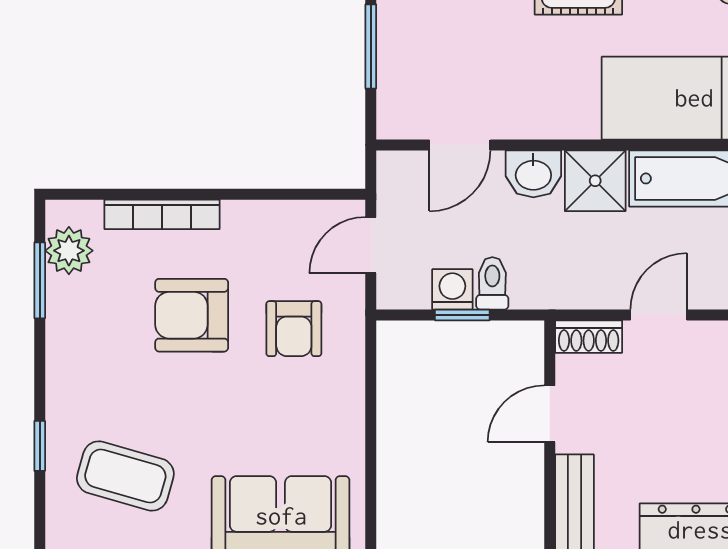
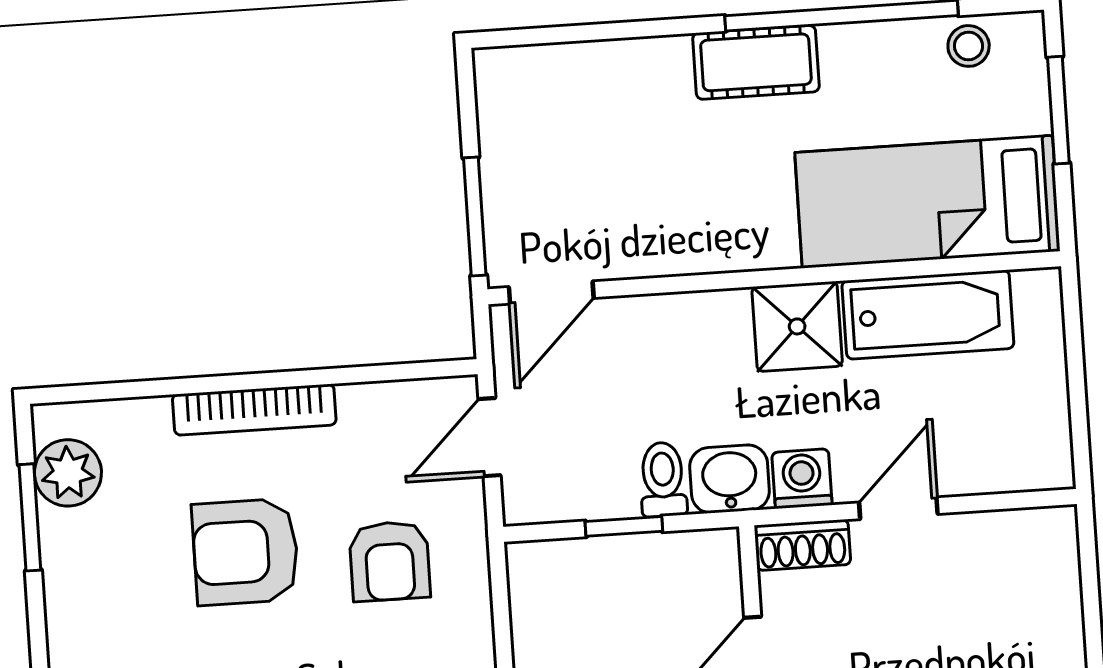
window: (371, 46) -> (475, 217), moved
door: (460, 145) -> (551, 293), moved
washbasin: (533, 174) -> (730, 479), moved, turned 180
bookcase: (162, 214) -> (254, 410), moved
washing machine: (452, 289) -> (802, 479), moved

